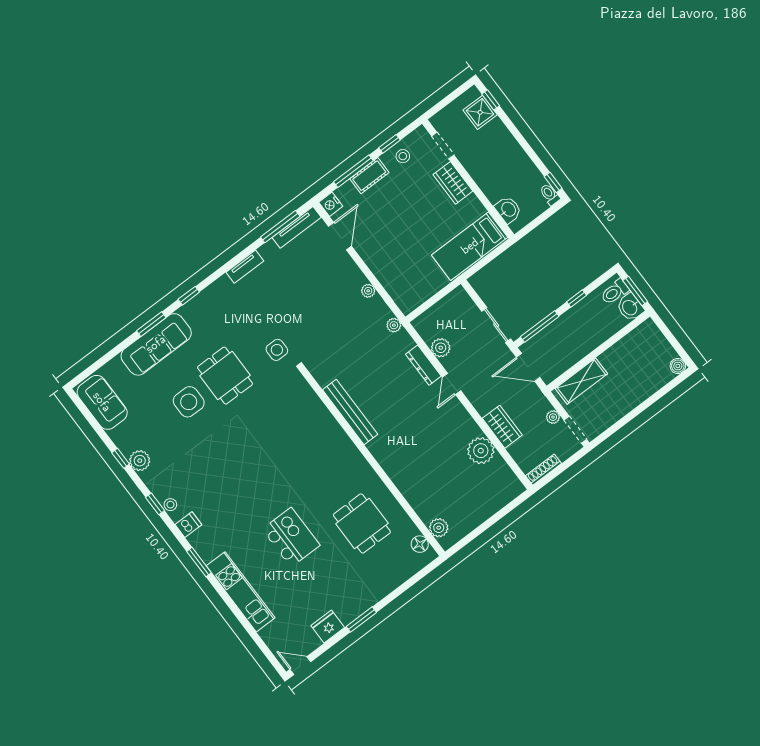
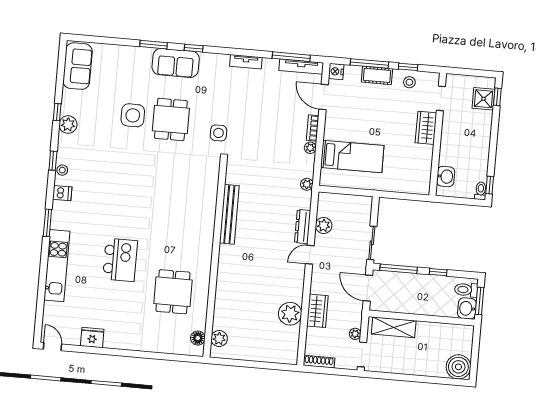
door: (340, 236) -> (324, 97), swing flipped
bed: (470, 246) -> (352, 156), moved, turned 180
bookcase: (355, 272) -> (313, 128), added
sofa: (156, 344) -> (176, 63), moved, width x0.73
boiler: (678, 366) -> (458, 367), width x1.86, depth x1.86
window: (361, 619) -> (118, 352), removed

